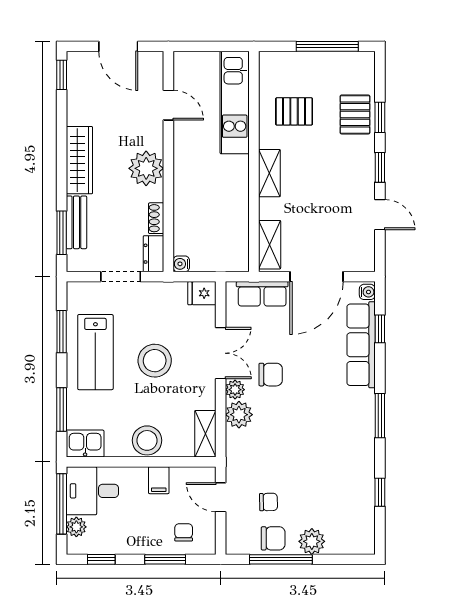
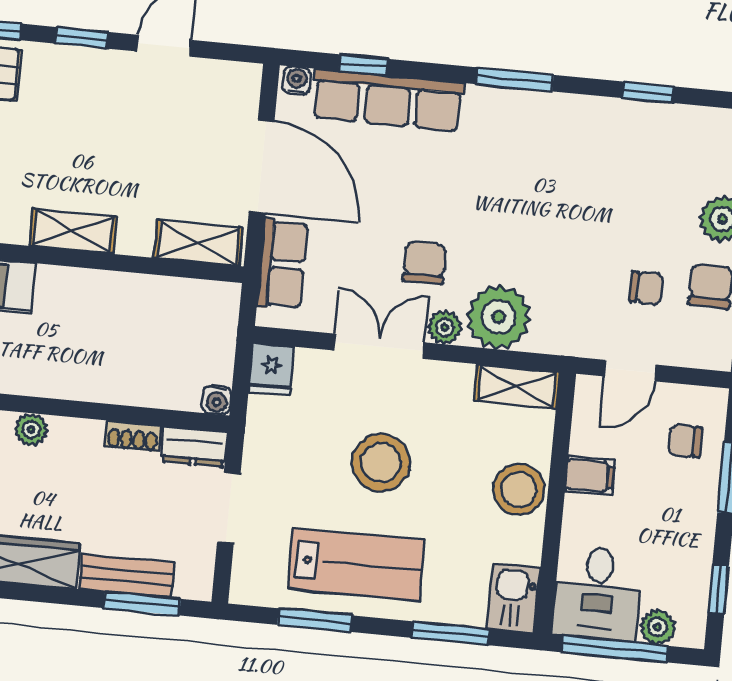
plant: (146, 168) -> (31, 430), width x0.53, depth x0.53
plant: (239, 415) -> (498, 317), width x1.36, depth x1.36
chair: (269, 502) -> (646, 288), turned 91

